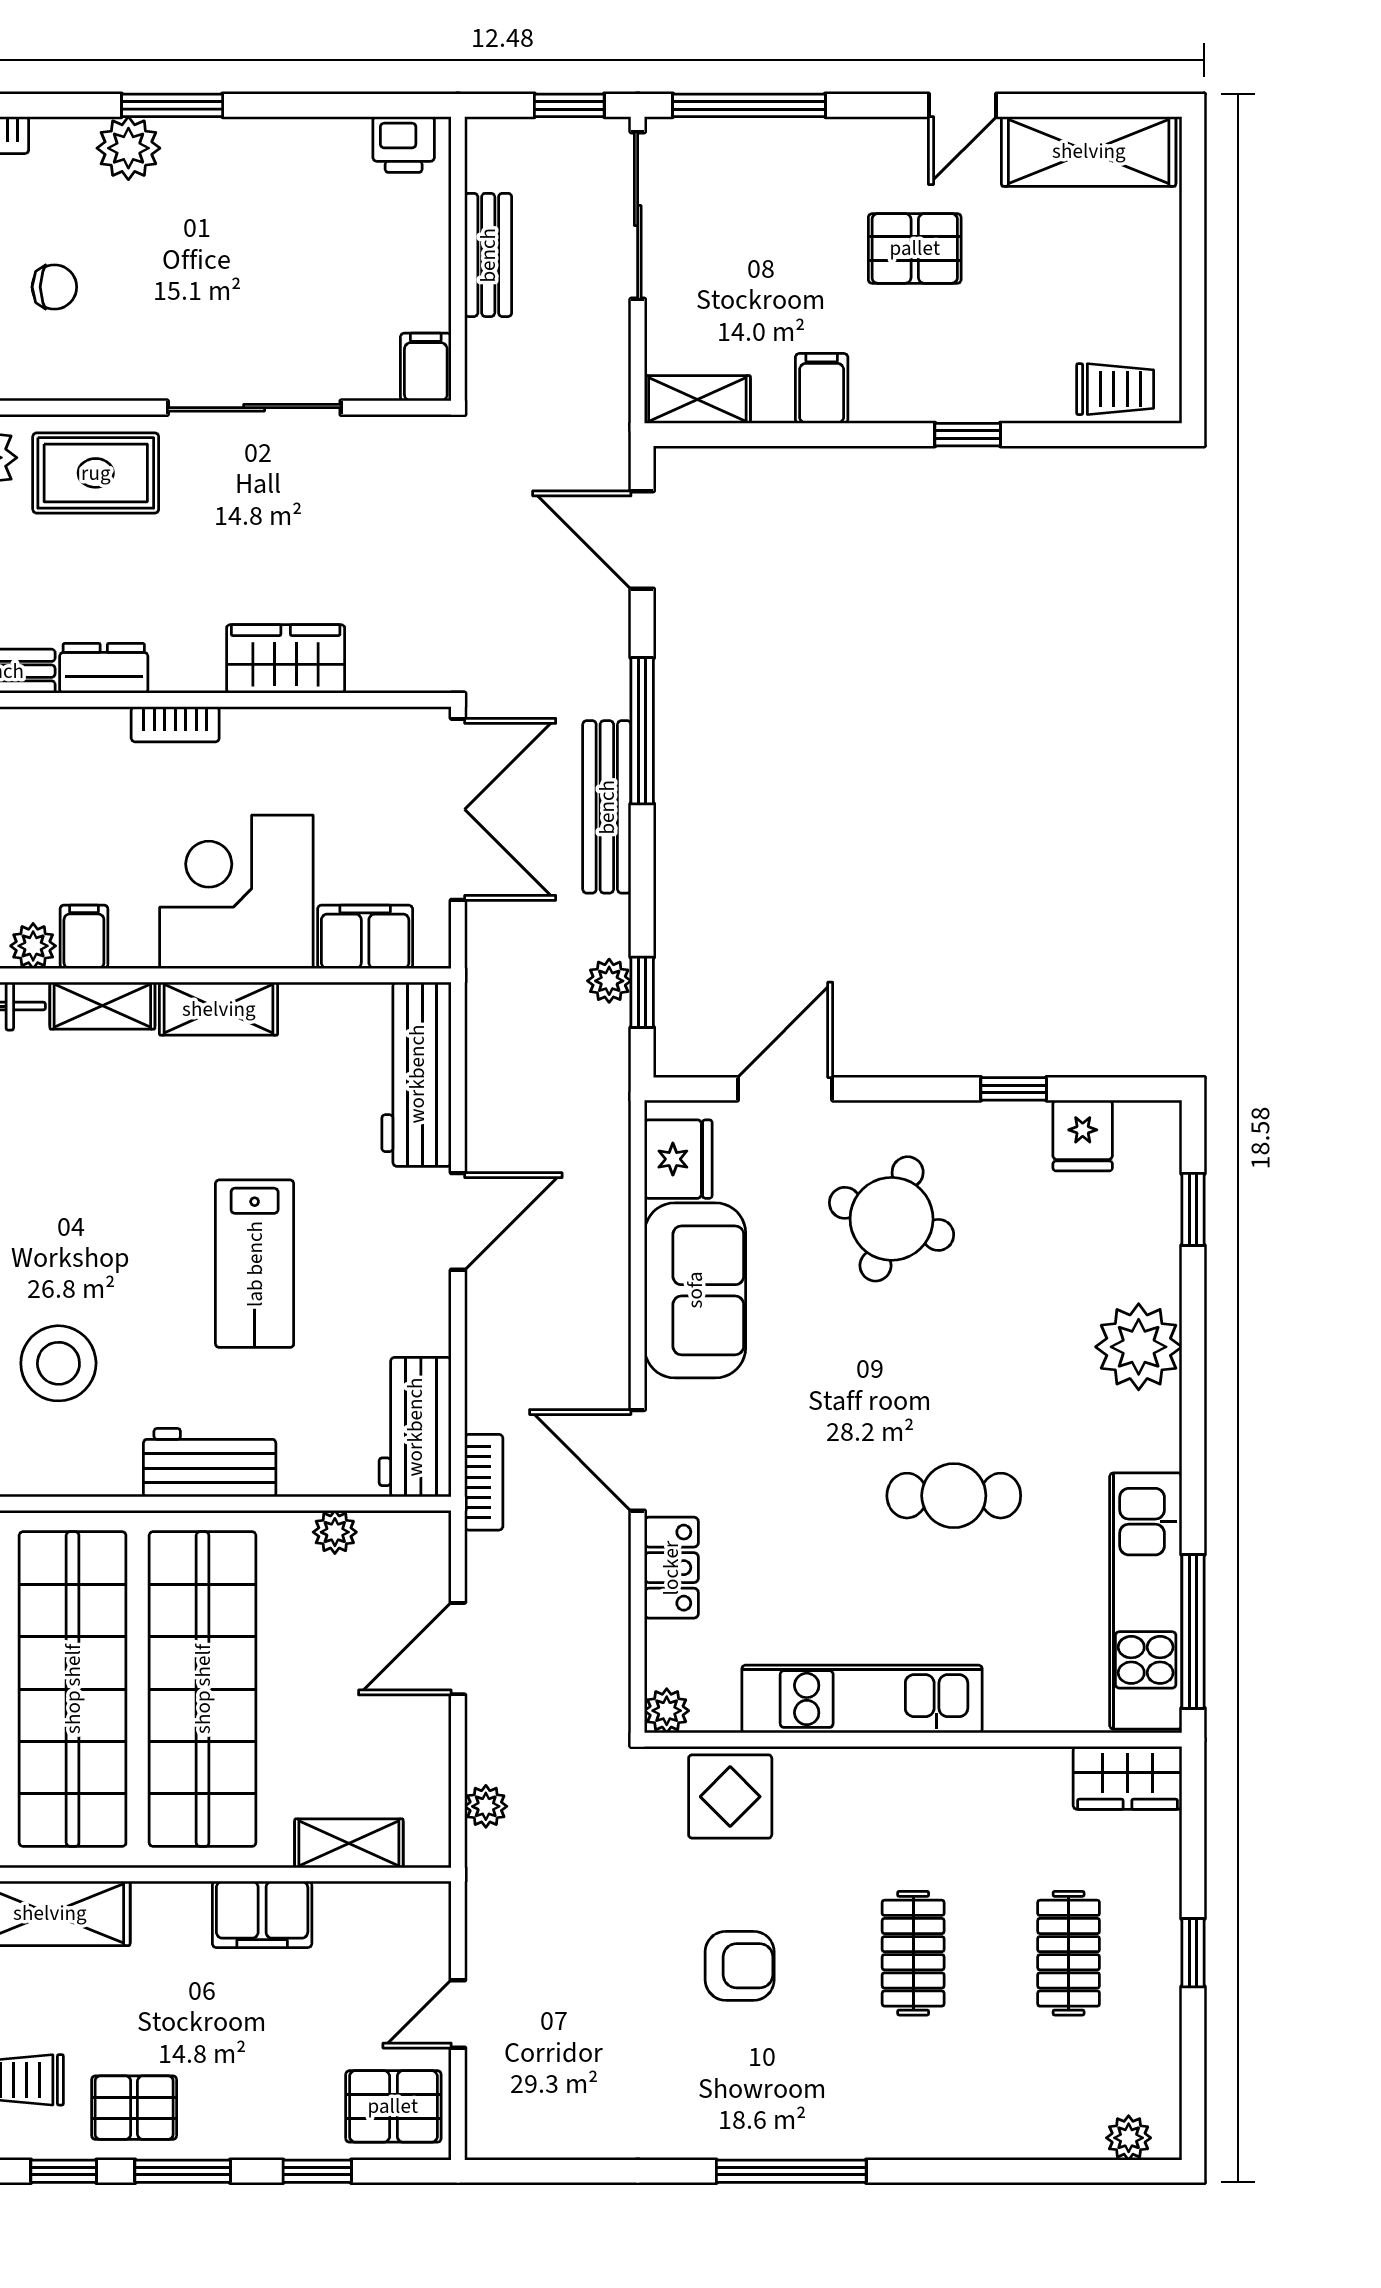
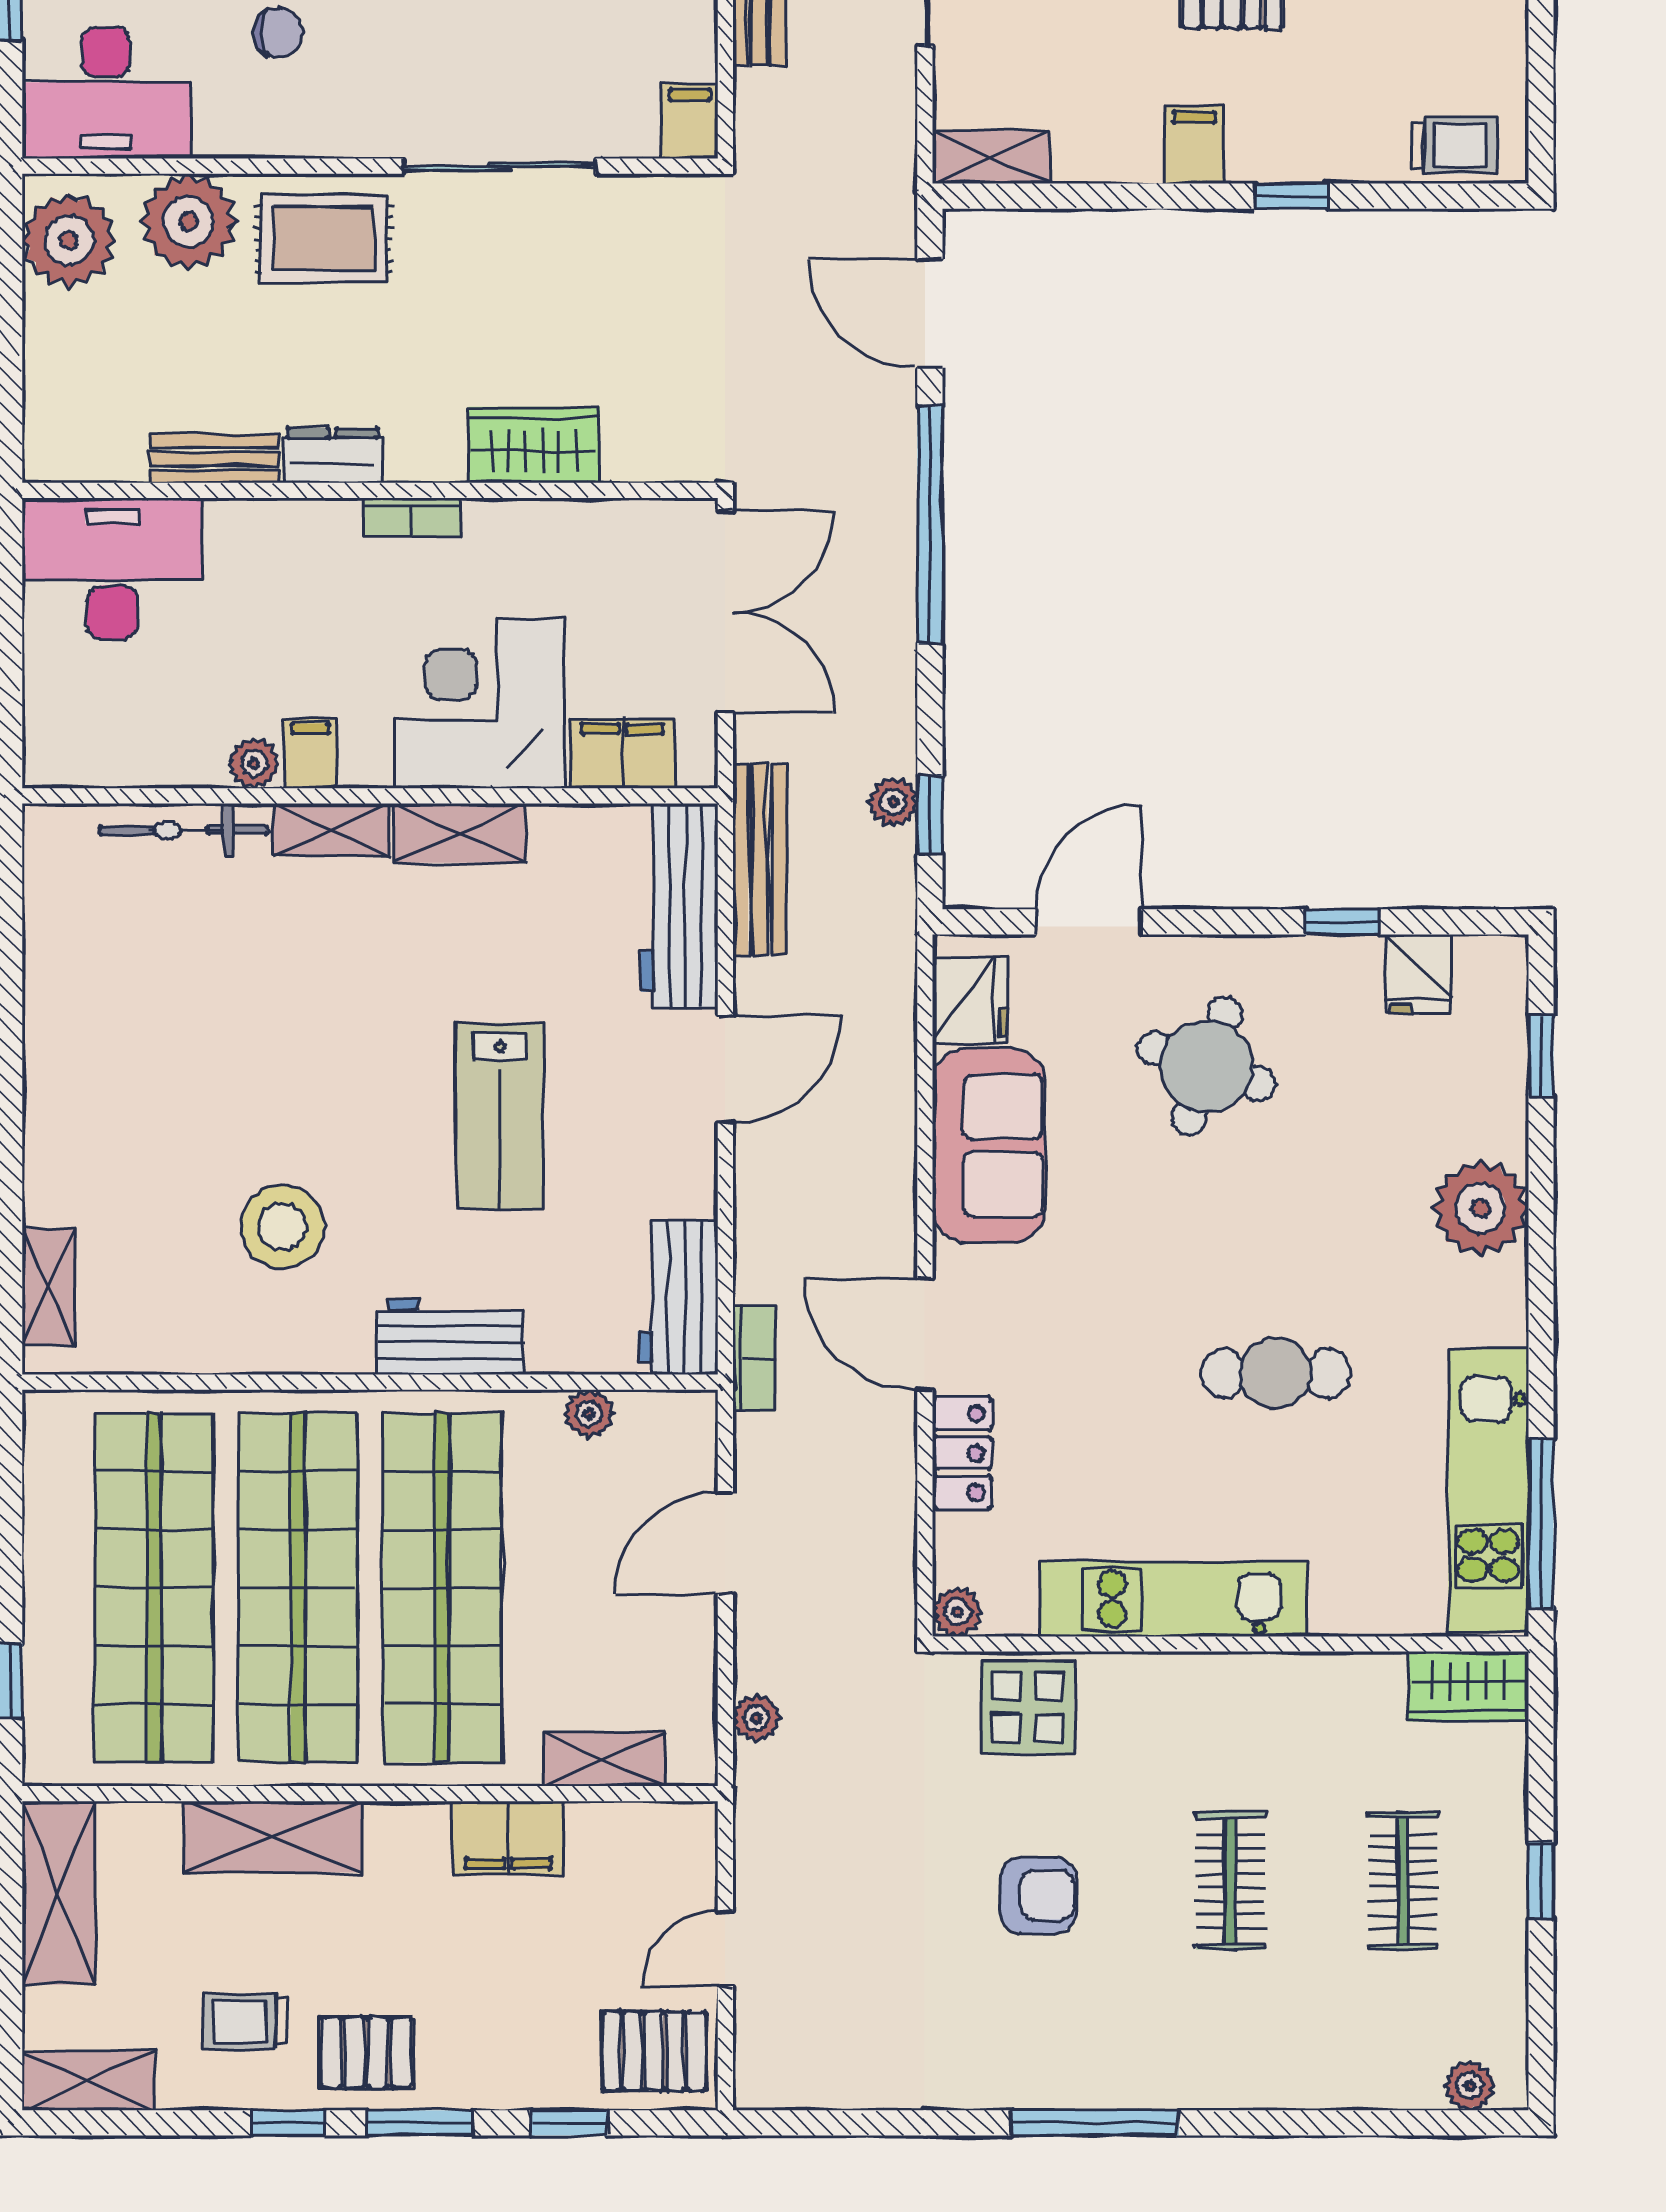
filing cabinet: (822, 388) -> (1194, 145), moved
window: (642, 731) -> (930, 525), width x1.46
bench: (607, 807) -> (760, 859), moved

